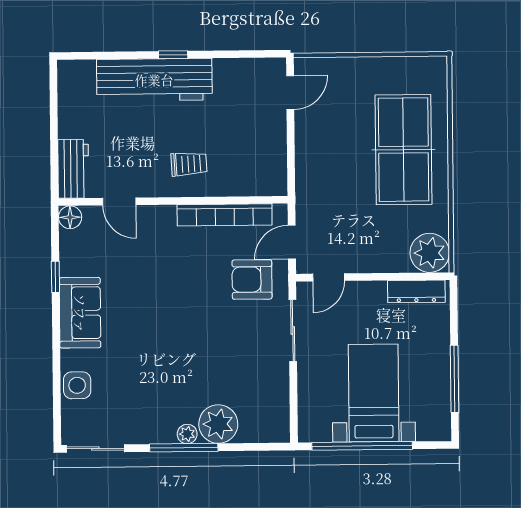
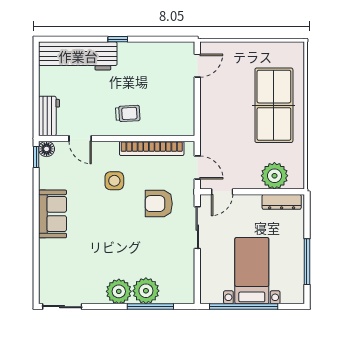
workbench: (154, 80) -> (78, 56), moved
door: (292, 242) -> (197, 167), swing flipped
plant: (430, 253) -> (274, 176), moved
window: (55, 277) -> (36, 157), moved
armchair: (252, 280) -> (159, 204), moved
side table: (77, 385) -> (114, 181), moved
plant: (187, 434) -> (119, 291), width x1.88, depth x1.88
window: (184, 448) -> (150, 307), moved

